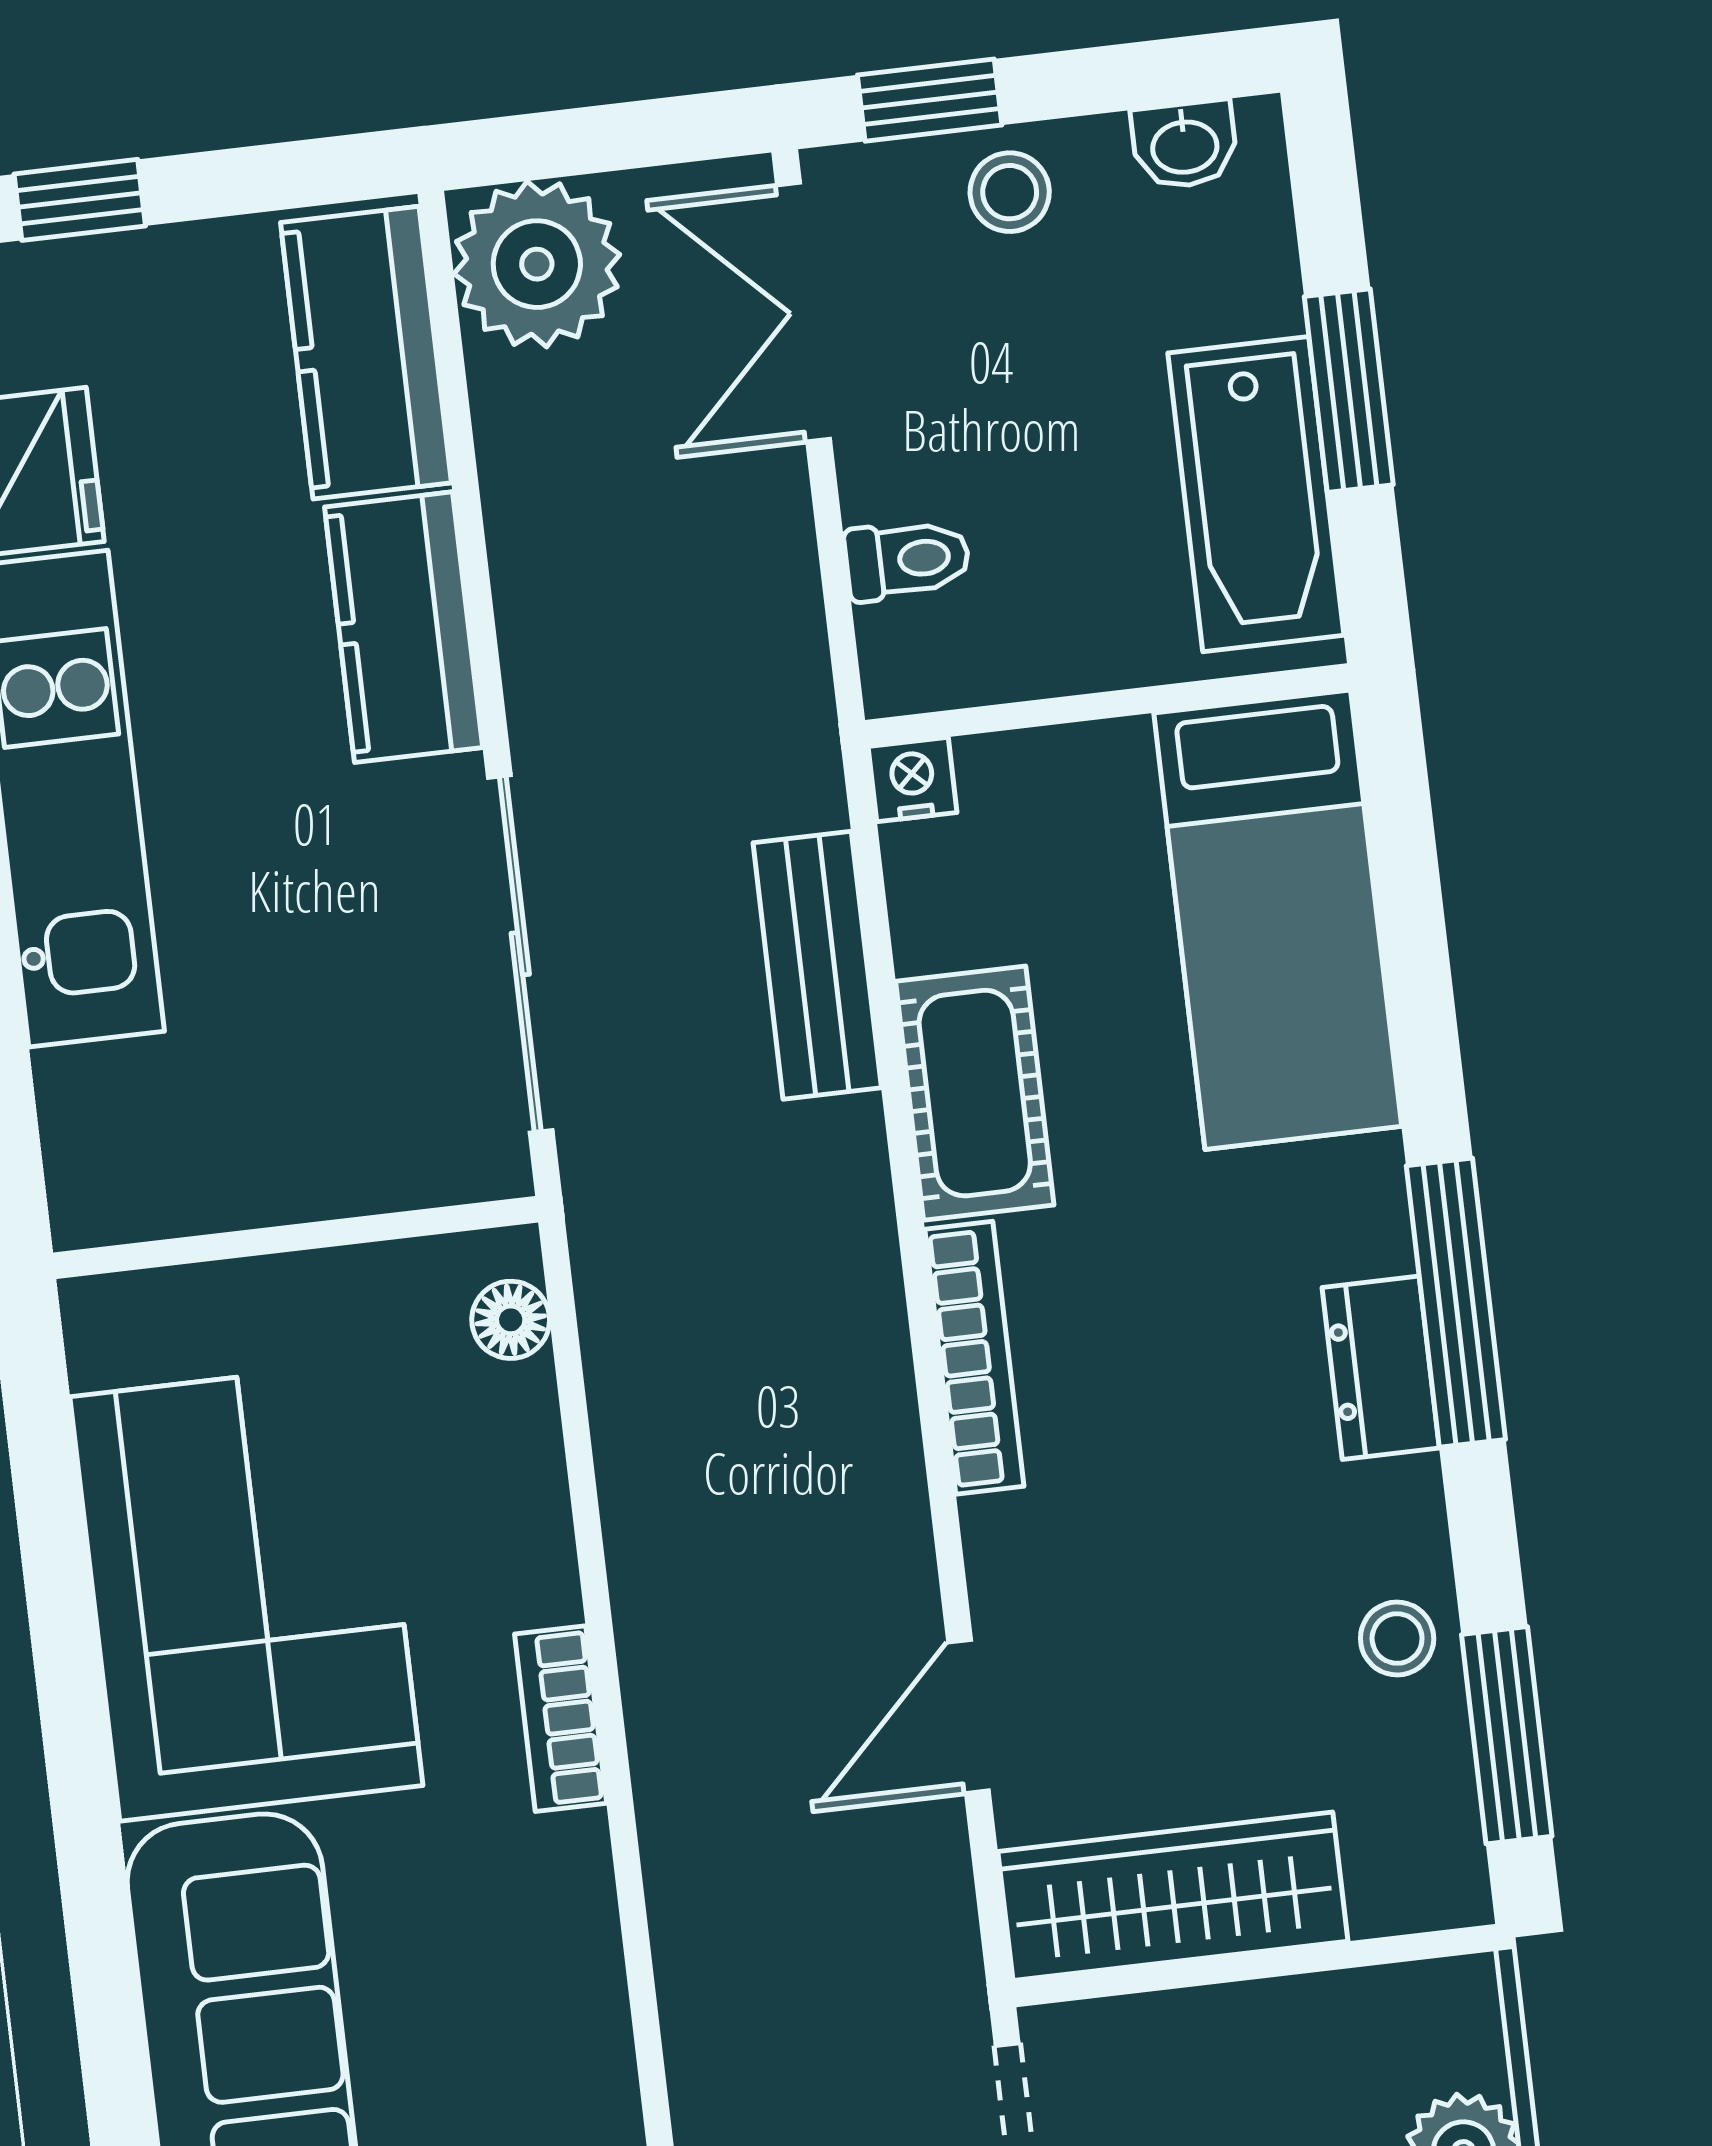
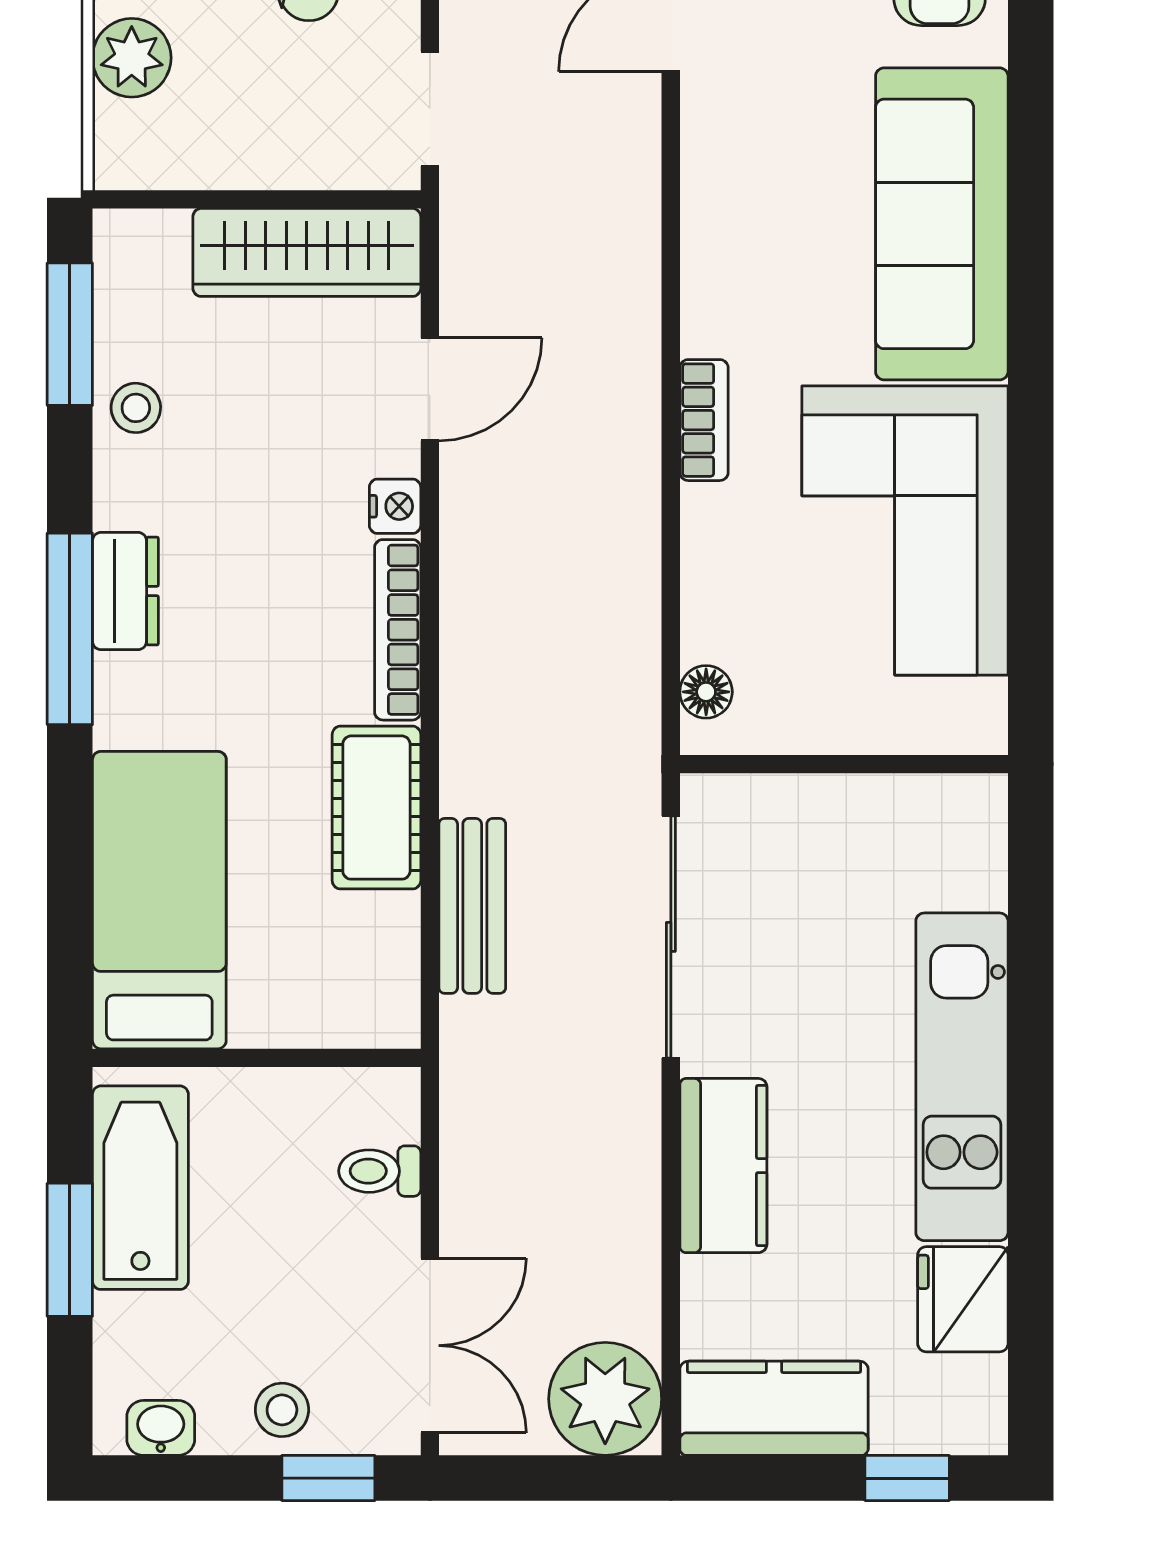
kitchen counter: (366, 353) -> (774, 1408), moved, turned -90
nightstand: (913, 780) -> (395, 506), moved, turned -90

